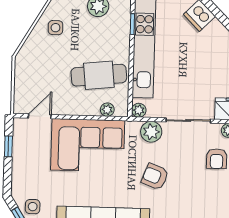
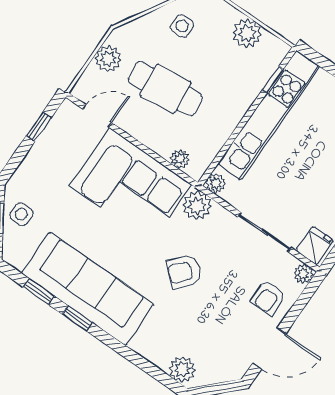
cafe table: (99, 75) -> (165, 89), moved
plant: (24, 77) -> (108, 59), added
plant: (151, 132) -> (197, 206), moved
armchair: (155, 177) -> (184, 272), turned -69

